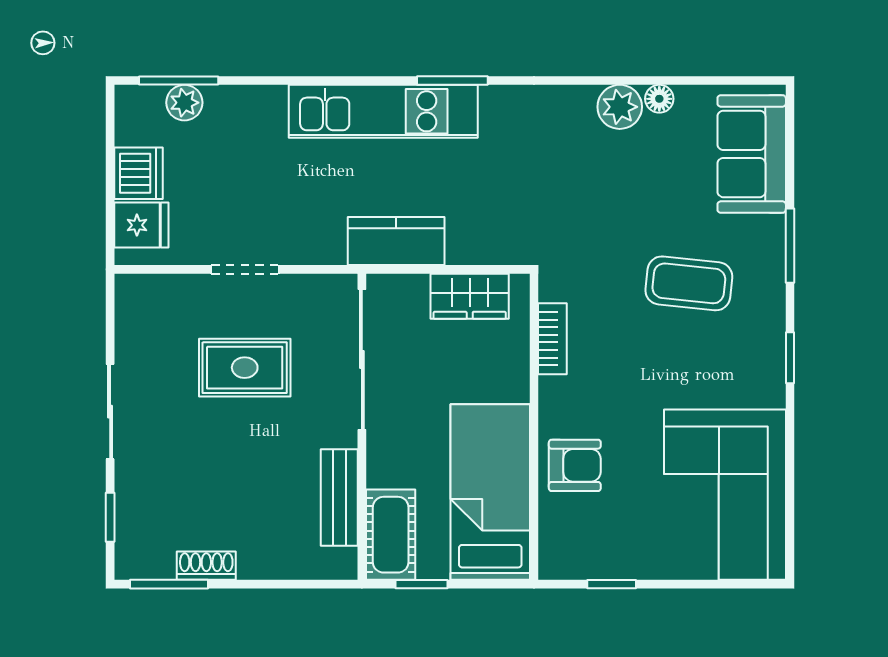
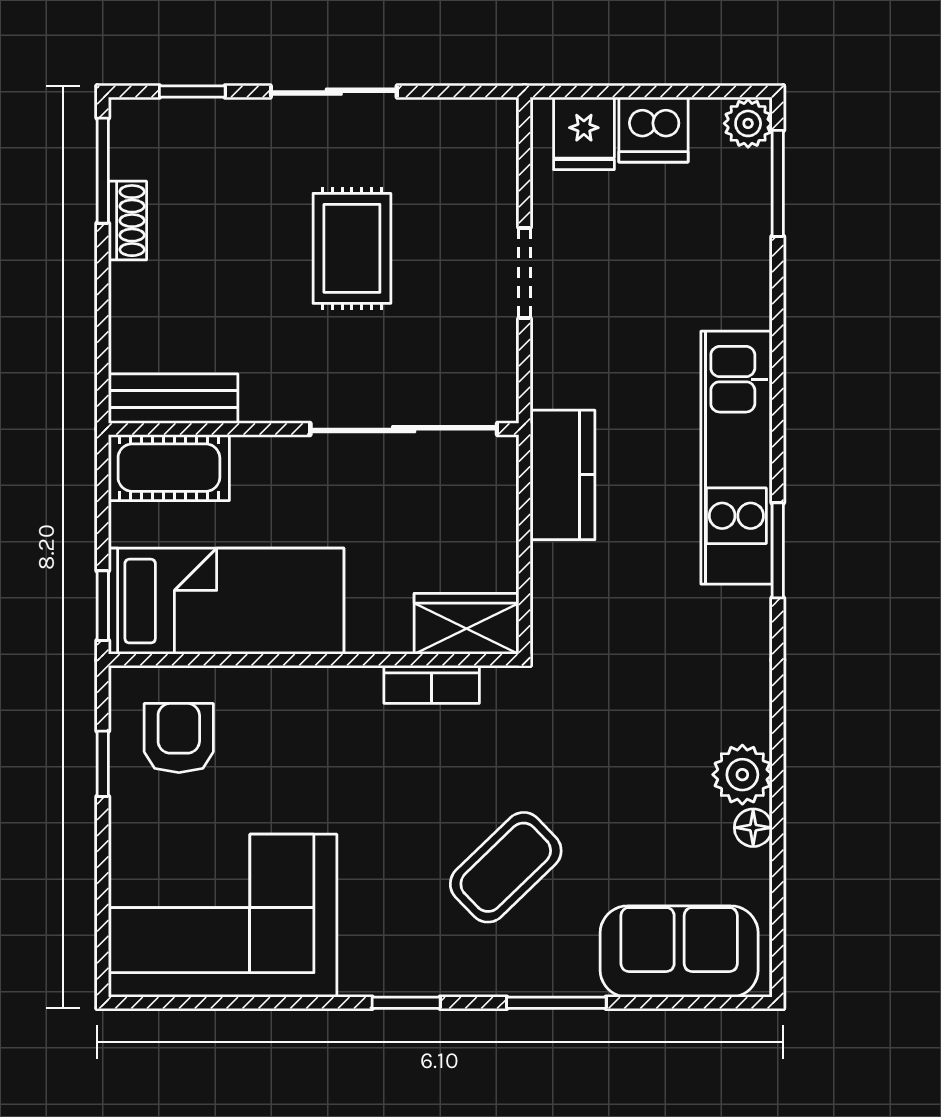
plant: (184, 103) -> (748, 123), moved
coffee table: (689, 283) -> (506, 867), turned 40
wardrobe: (470, 296) -> (467, 624), moved, turned 90
rug: (245, 368) -> (352, 248), moved
armchair: (575, 465) -> (179, 738), moved, turned 180
bench: (339, 497) -> (173, 399), moved
window: (422, 584) -> (103, 606), moved

